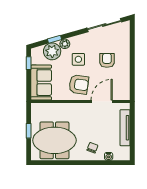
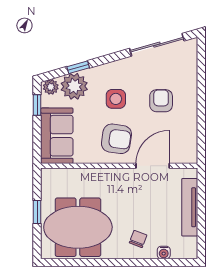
plant: (65, 44) -> (51, 87), moved

